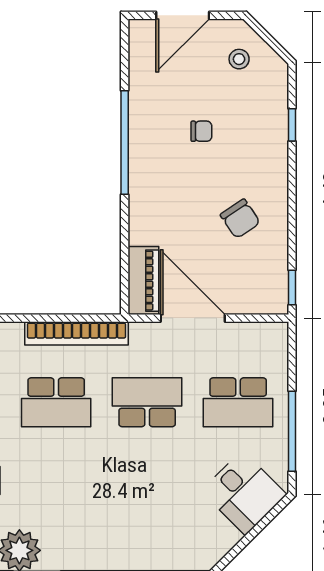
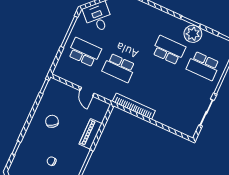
piano: (143, 281) -> (91, 134), moved
door: (193, 318) -> (87, 92), width x0.53
school desk: (56, 402) -> (169, 50), moved

